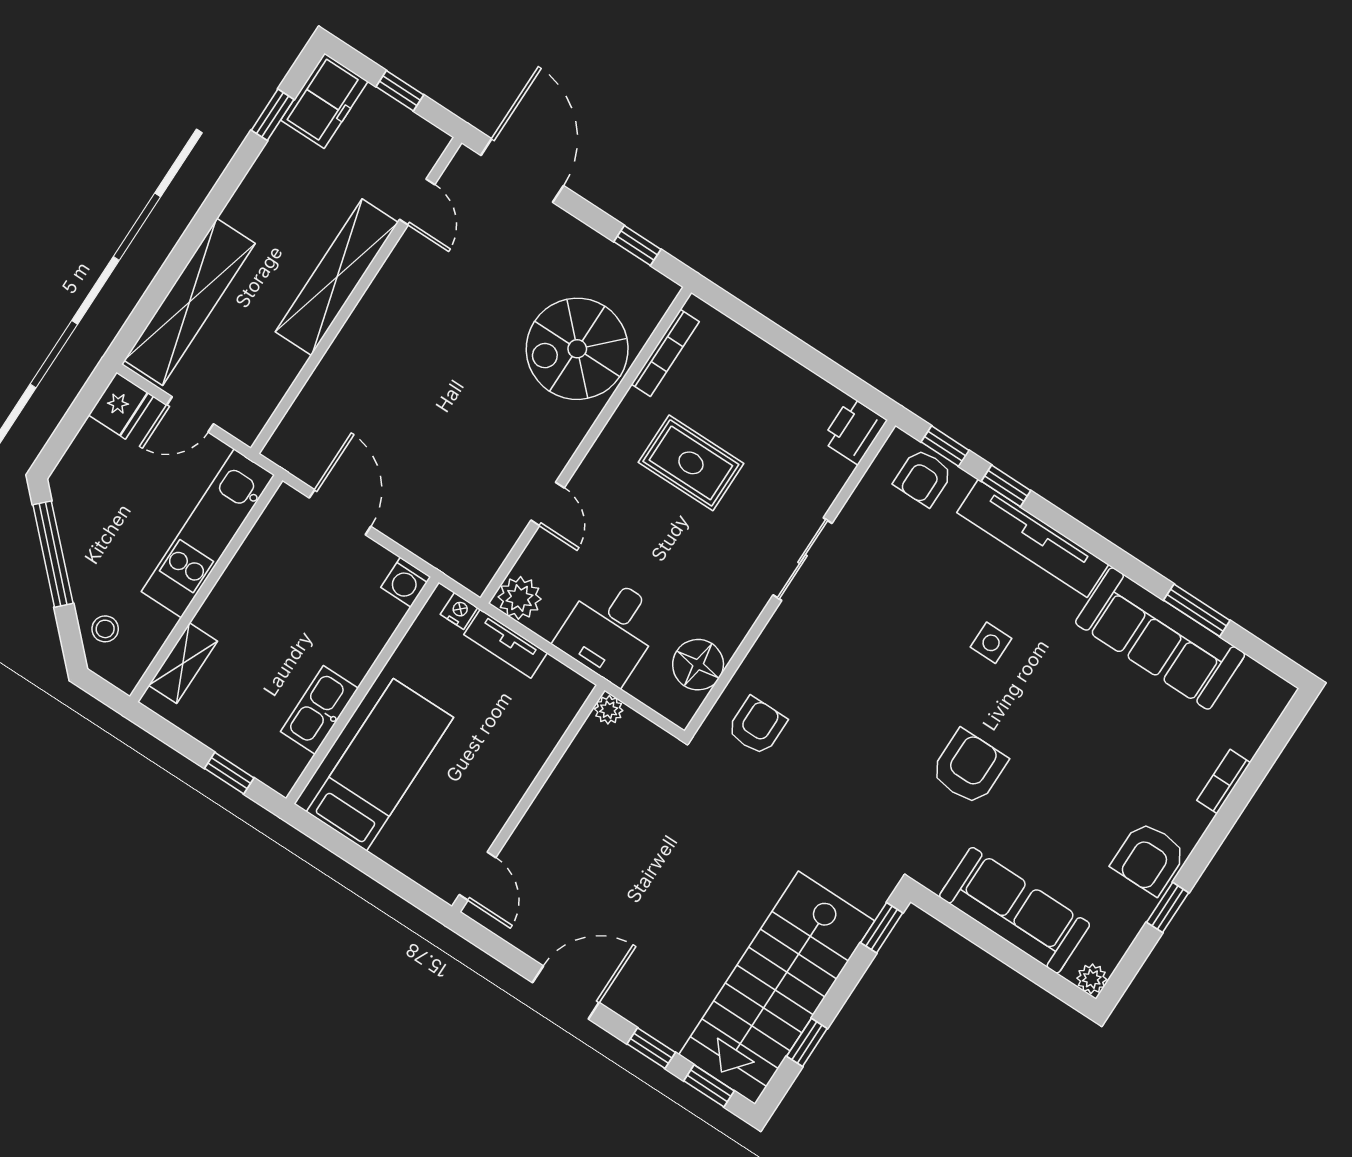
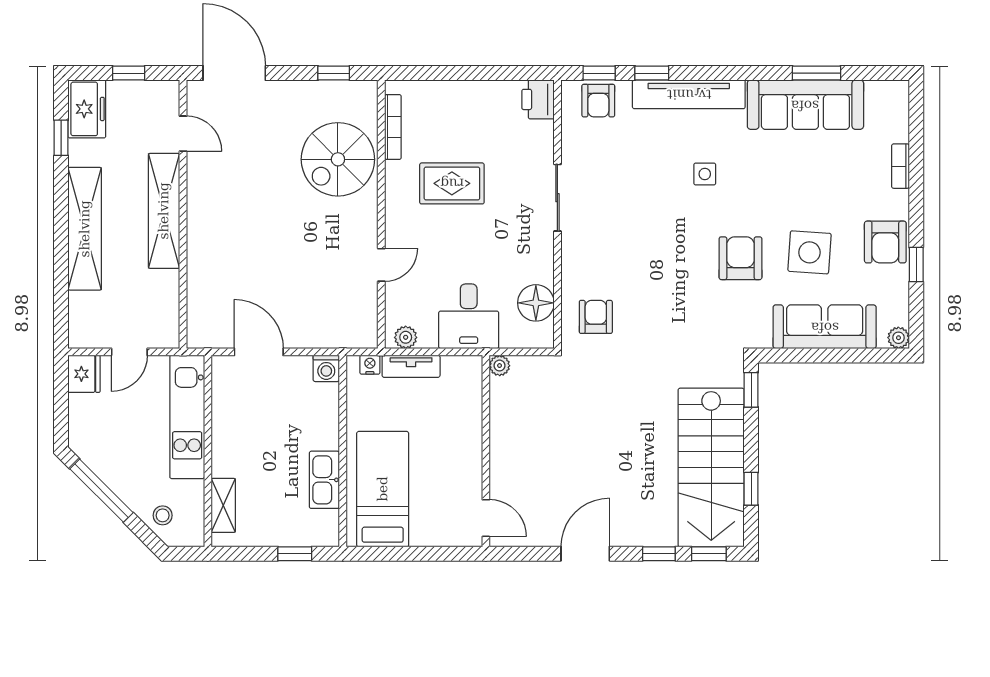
shelving: (190, 302) -> (85, 229), moved
door: (548, 504) -> (381, 265), hinge flipped
plant: (520, 598) -> (406, 337), width x0.73, depth x0.73
side table: (1053, 813) -> (809, 252), added

